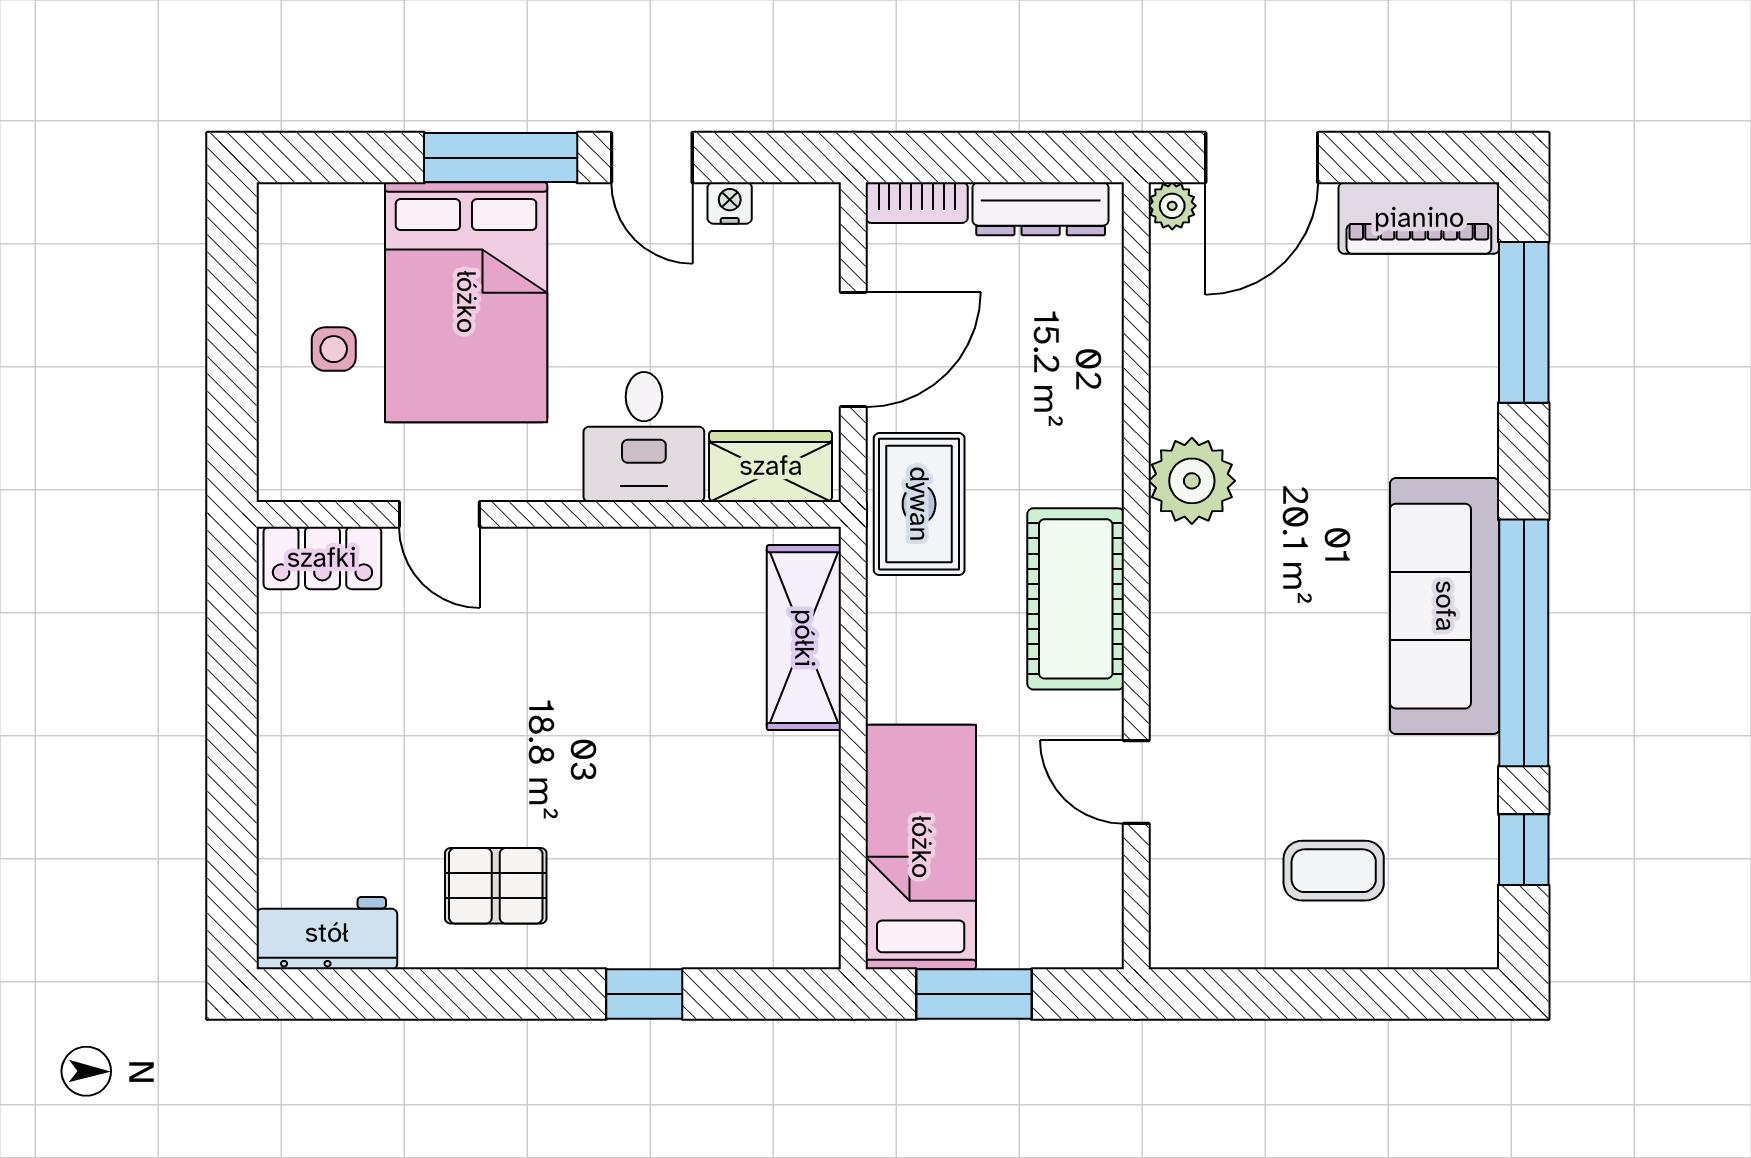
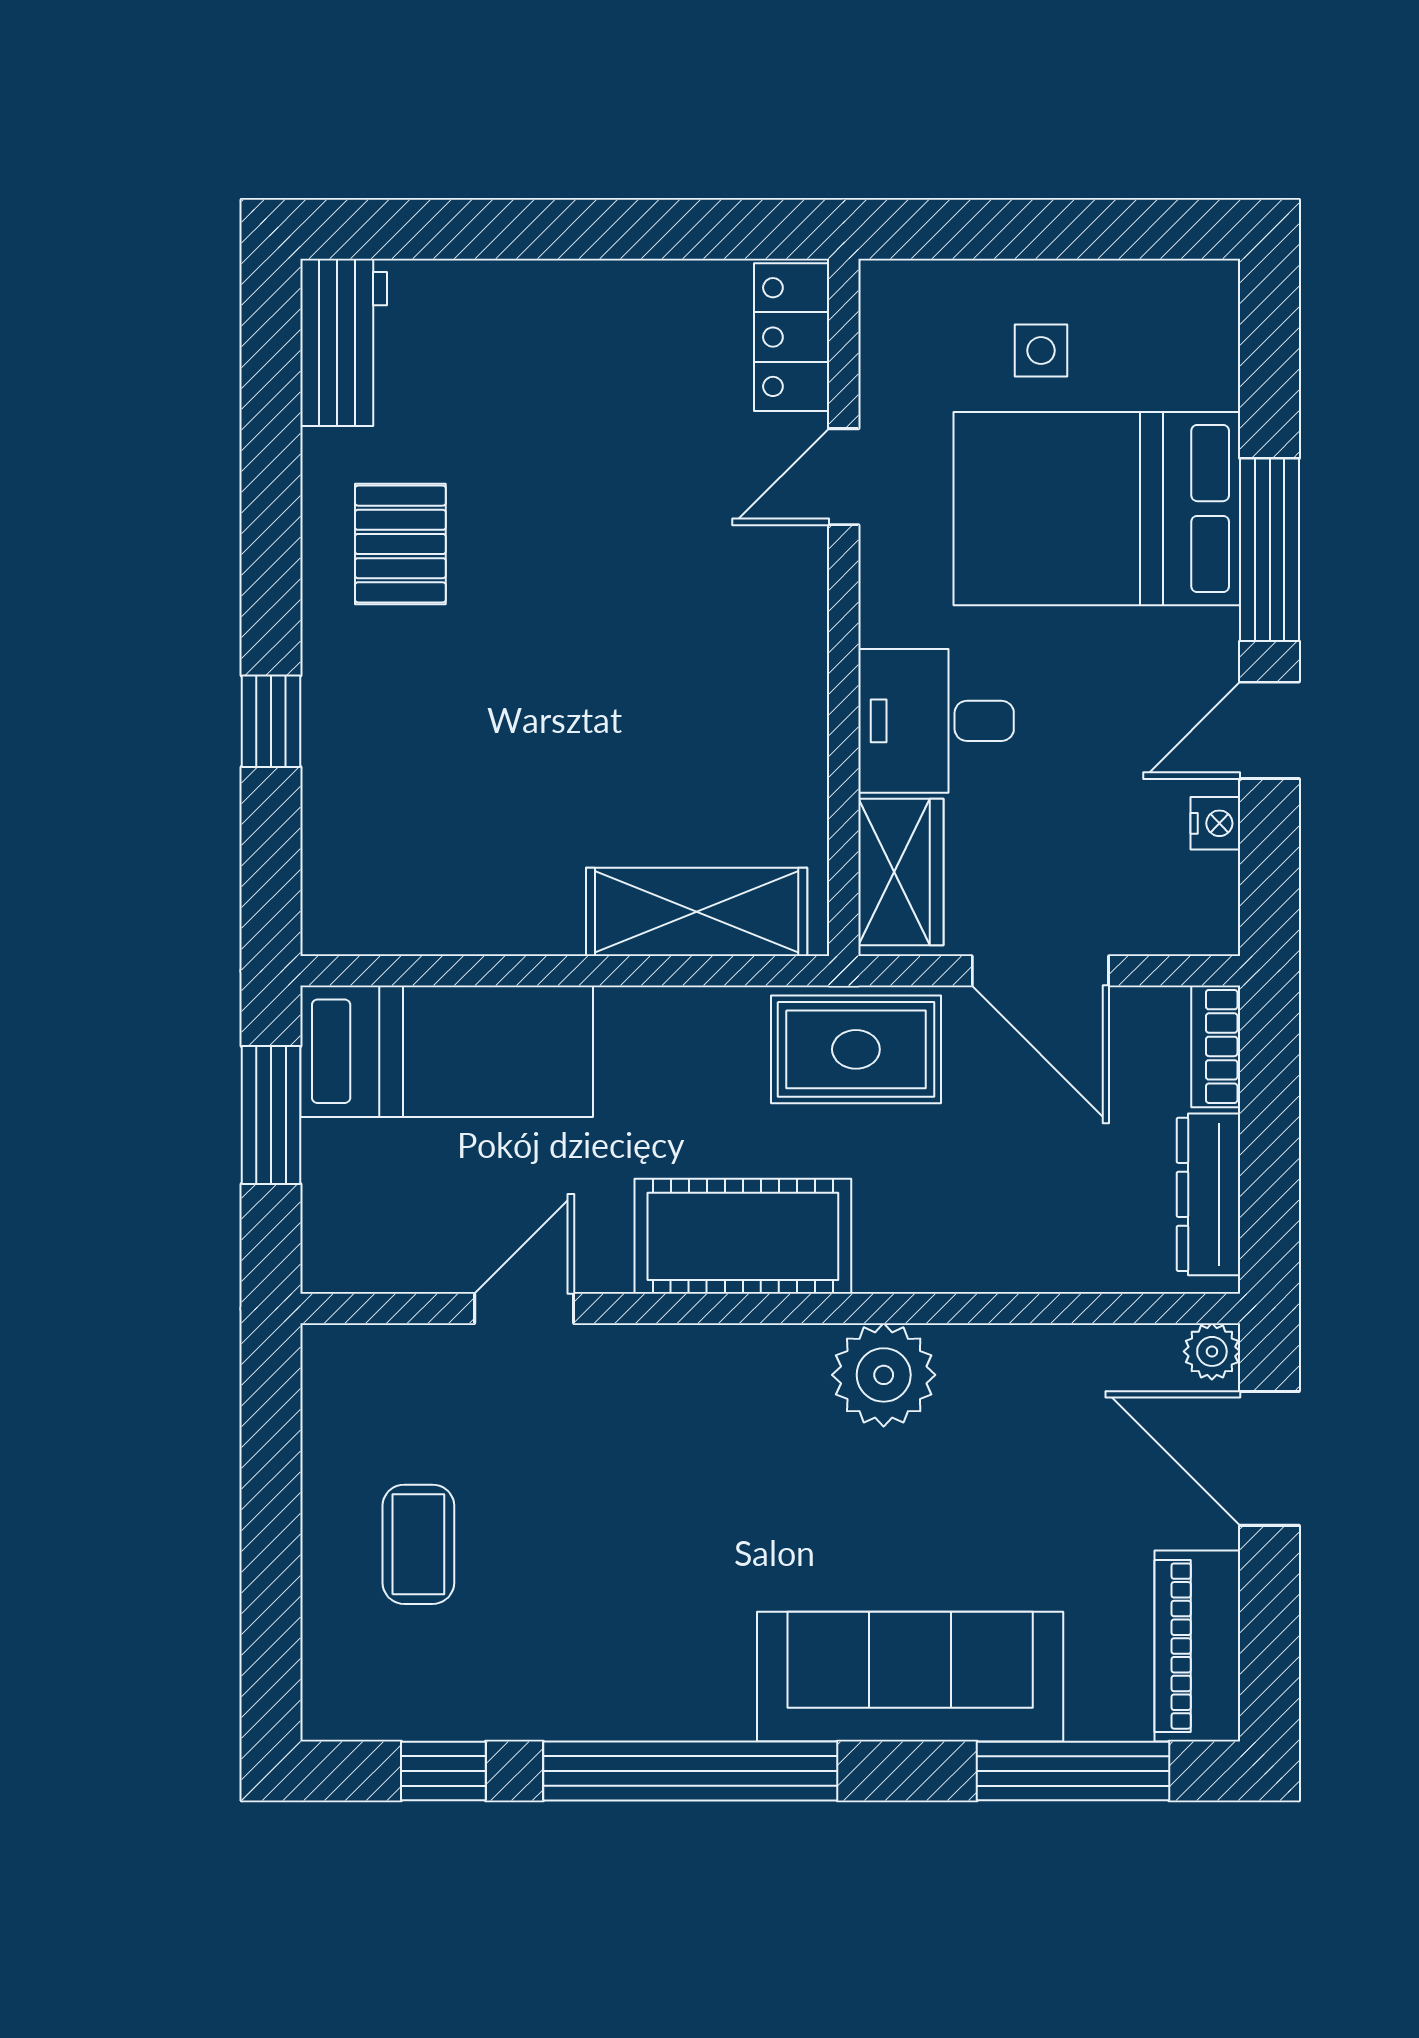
sofa: (1445, 606) -> (910, 1677), moved

